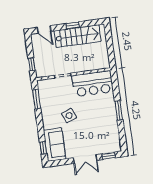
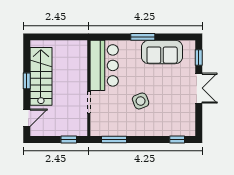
sofa: (55, 145) -> (162, 52), moved, turned 180

